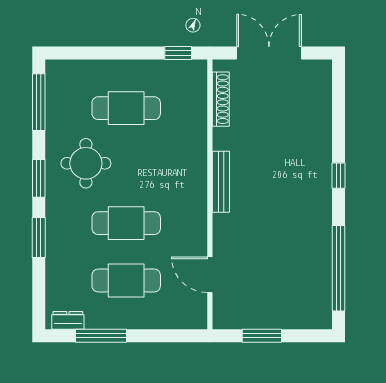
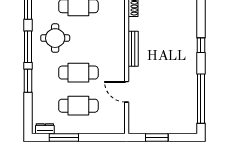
window: (39, 178) -> (28, 47), width x1.44
door: (210, 275) -> (127, 92), moved

